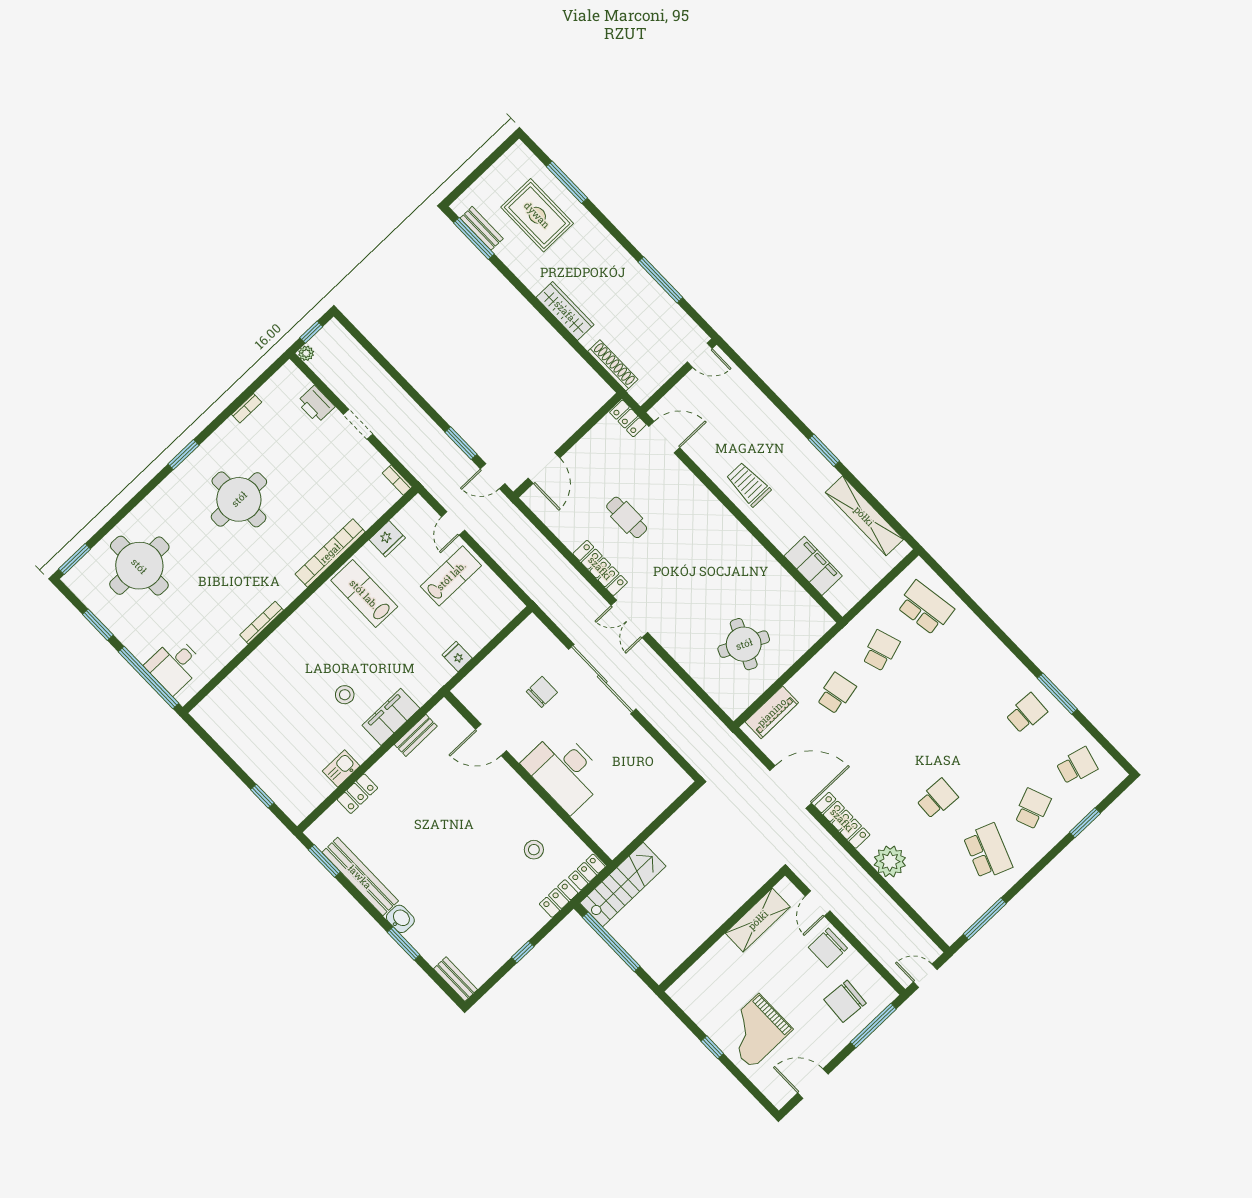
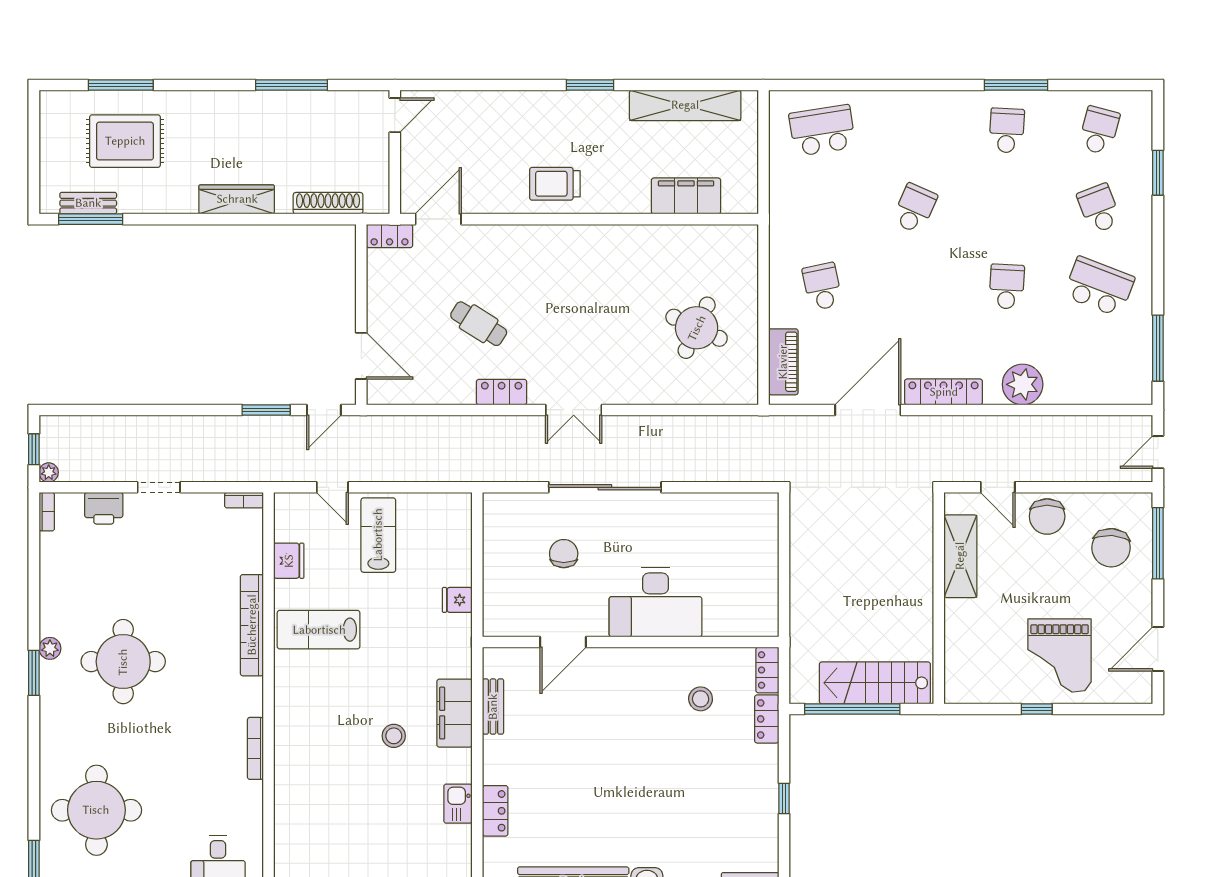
bookcase: (247, 408) -> (47, 512), moved
plant: (206, 450) -> (50, 648), added
cafe table: (627, 517) -> (479, 324), turned 32
locker: (600, 568) -> (502, 392), width x0.66
school desk: (881, 651) -> (915, 208), moved, turned 42
stairs: (623, 884) -> (875, 683), moved, turned -90

